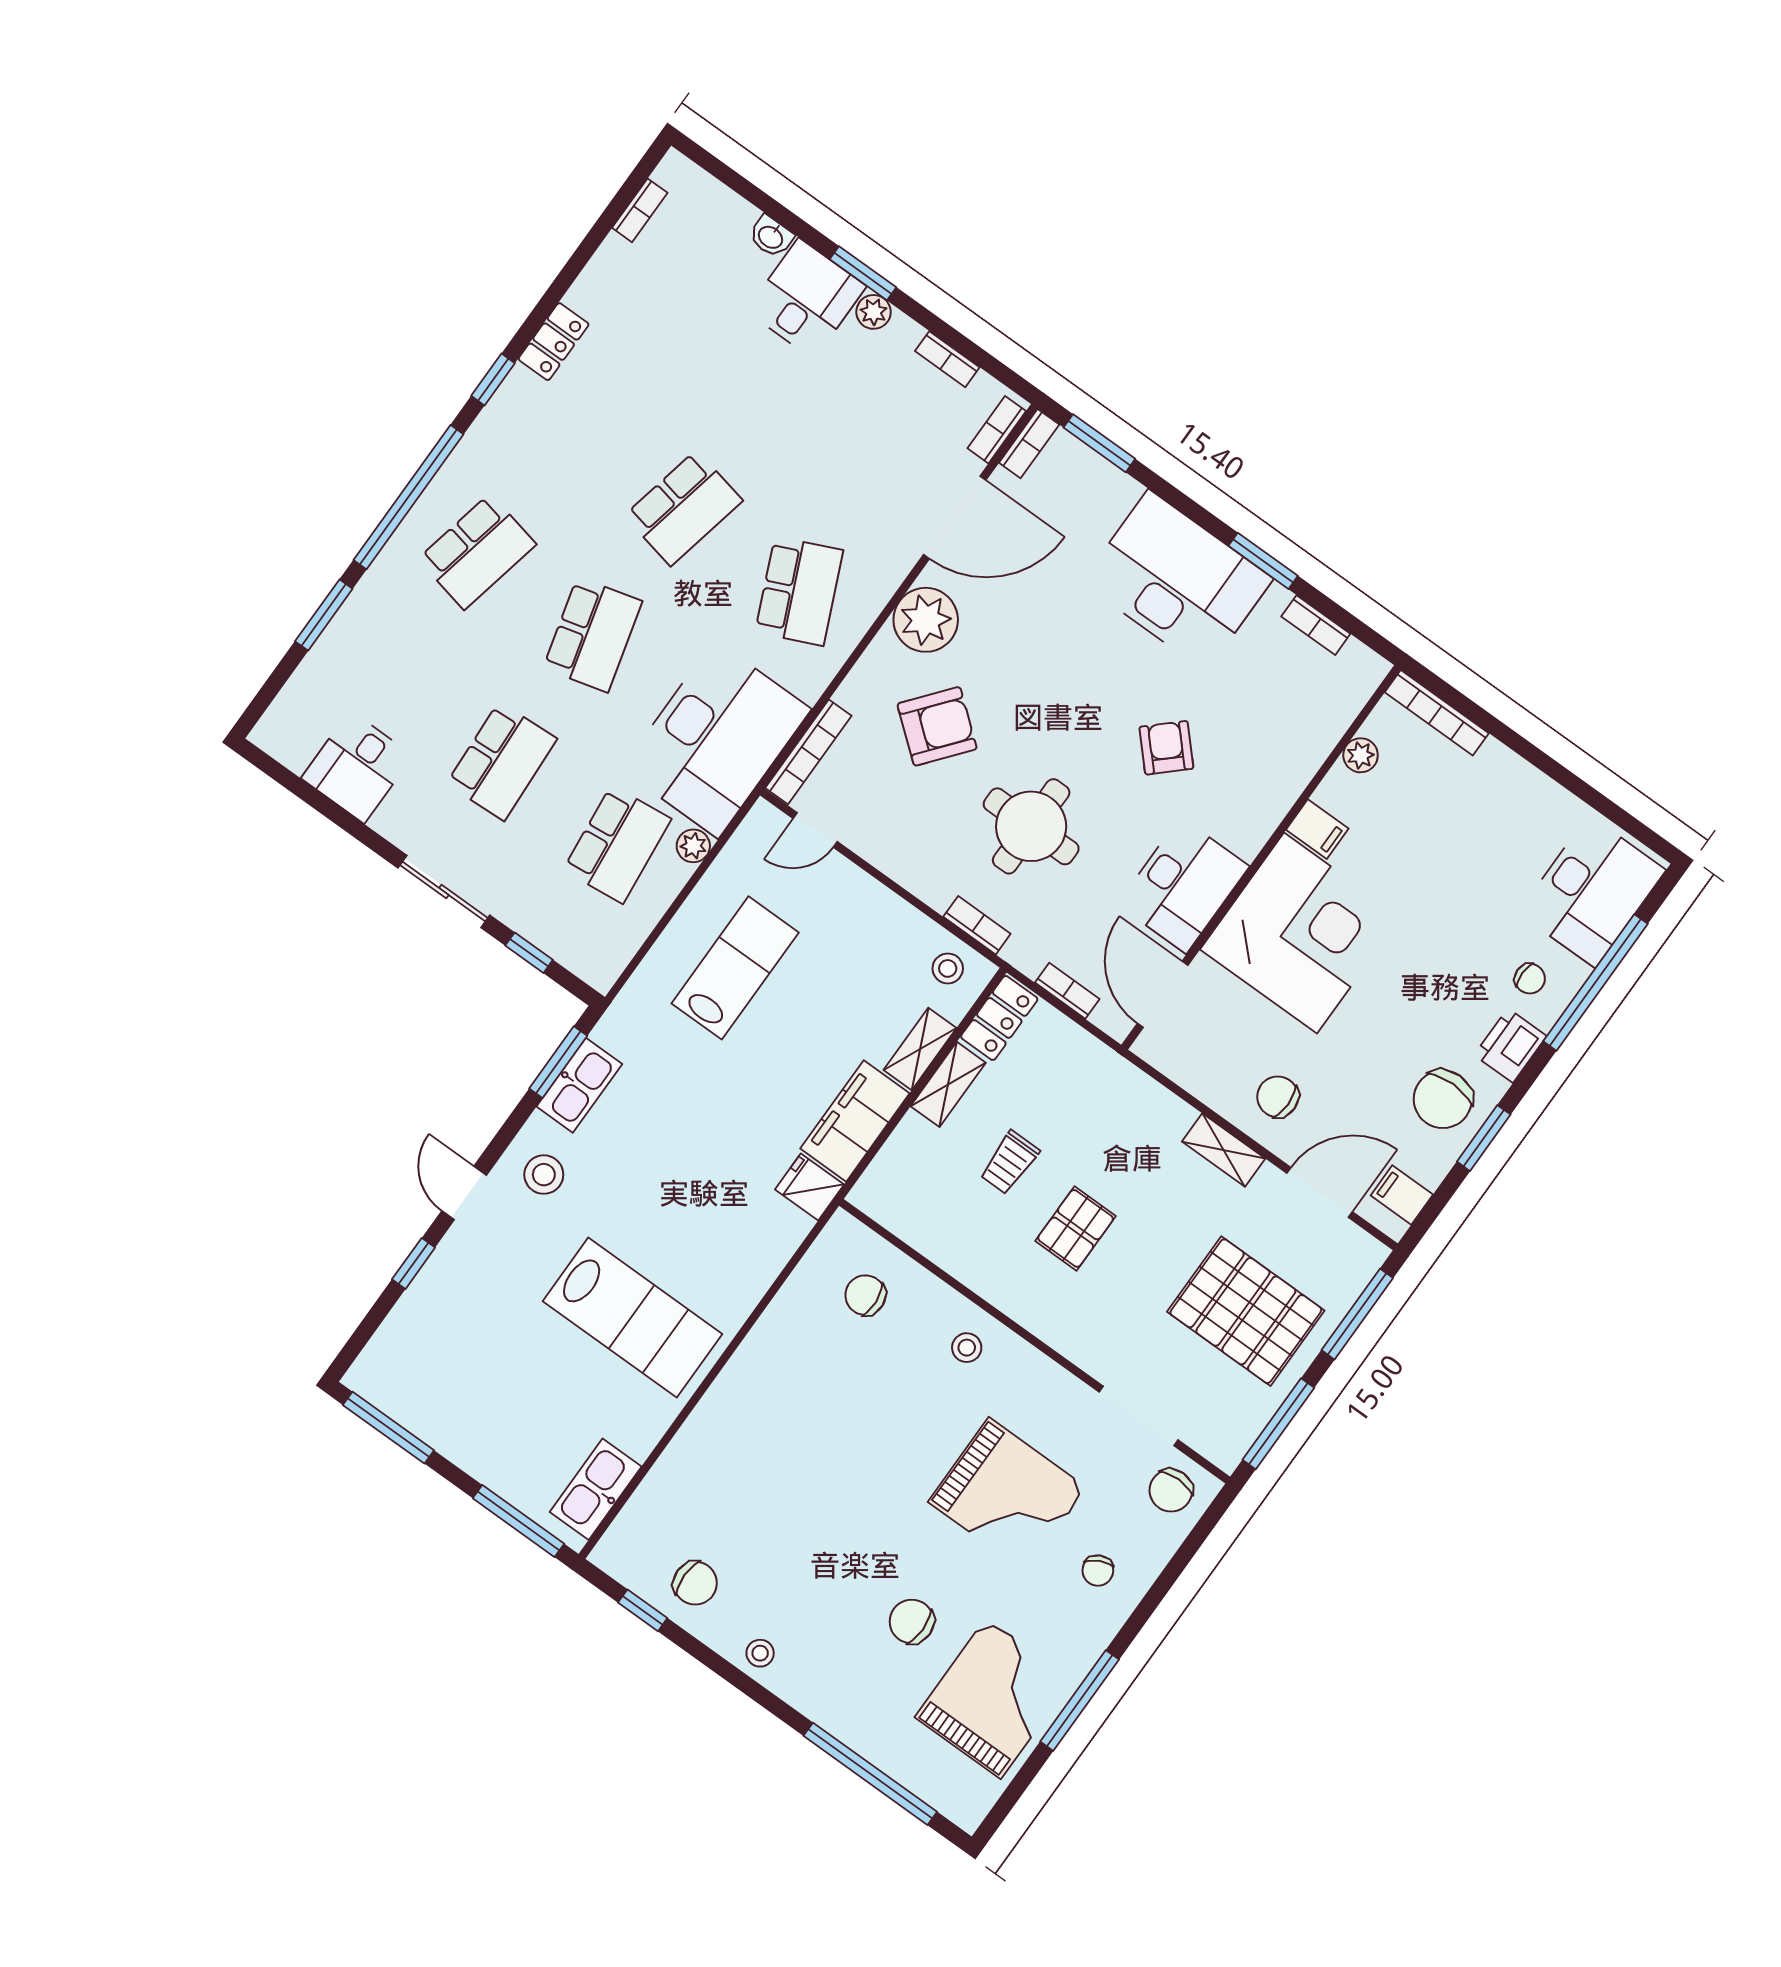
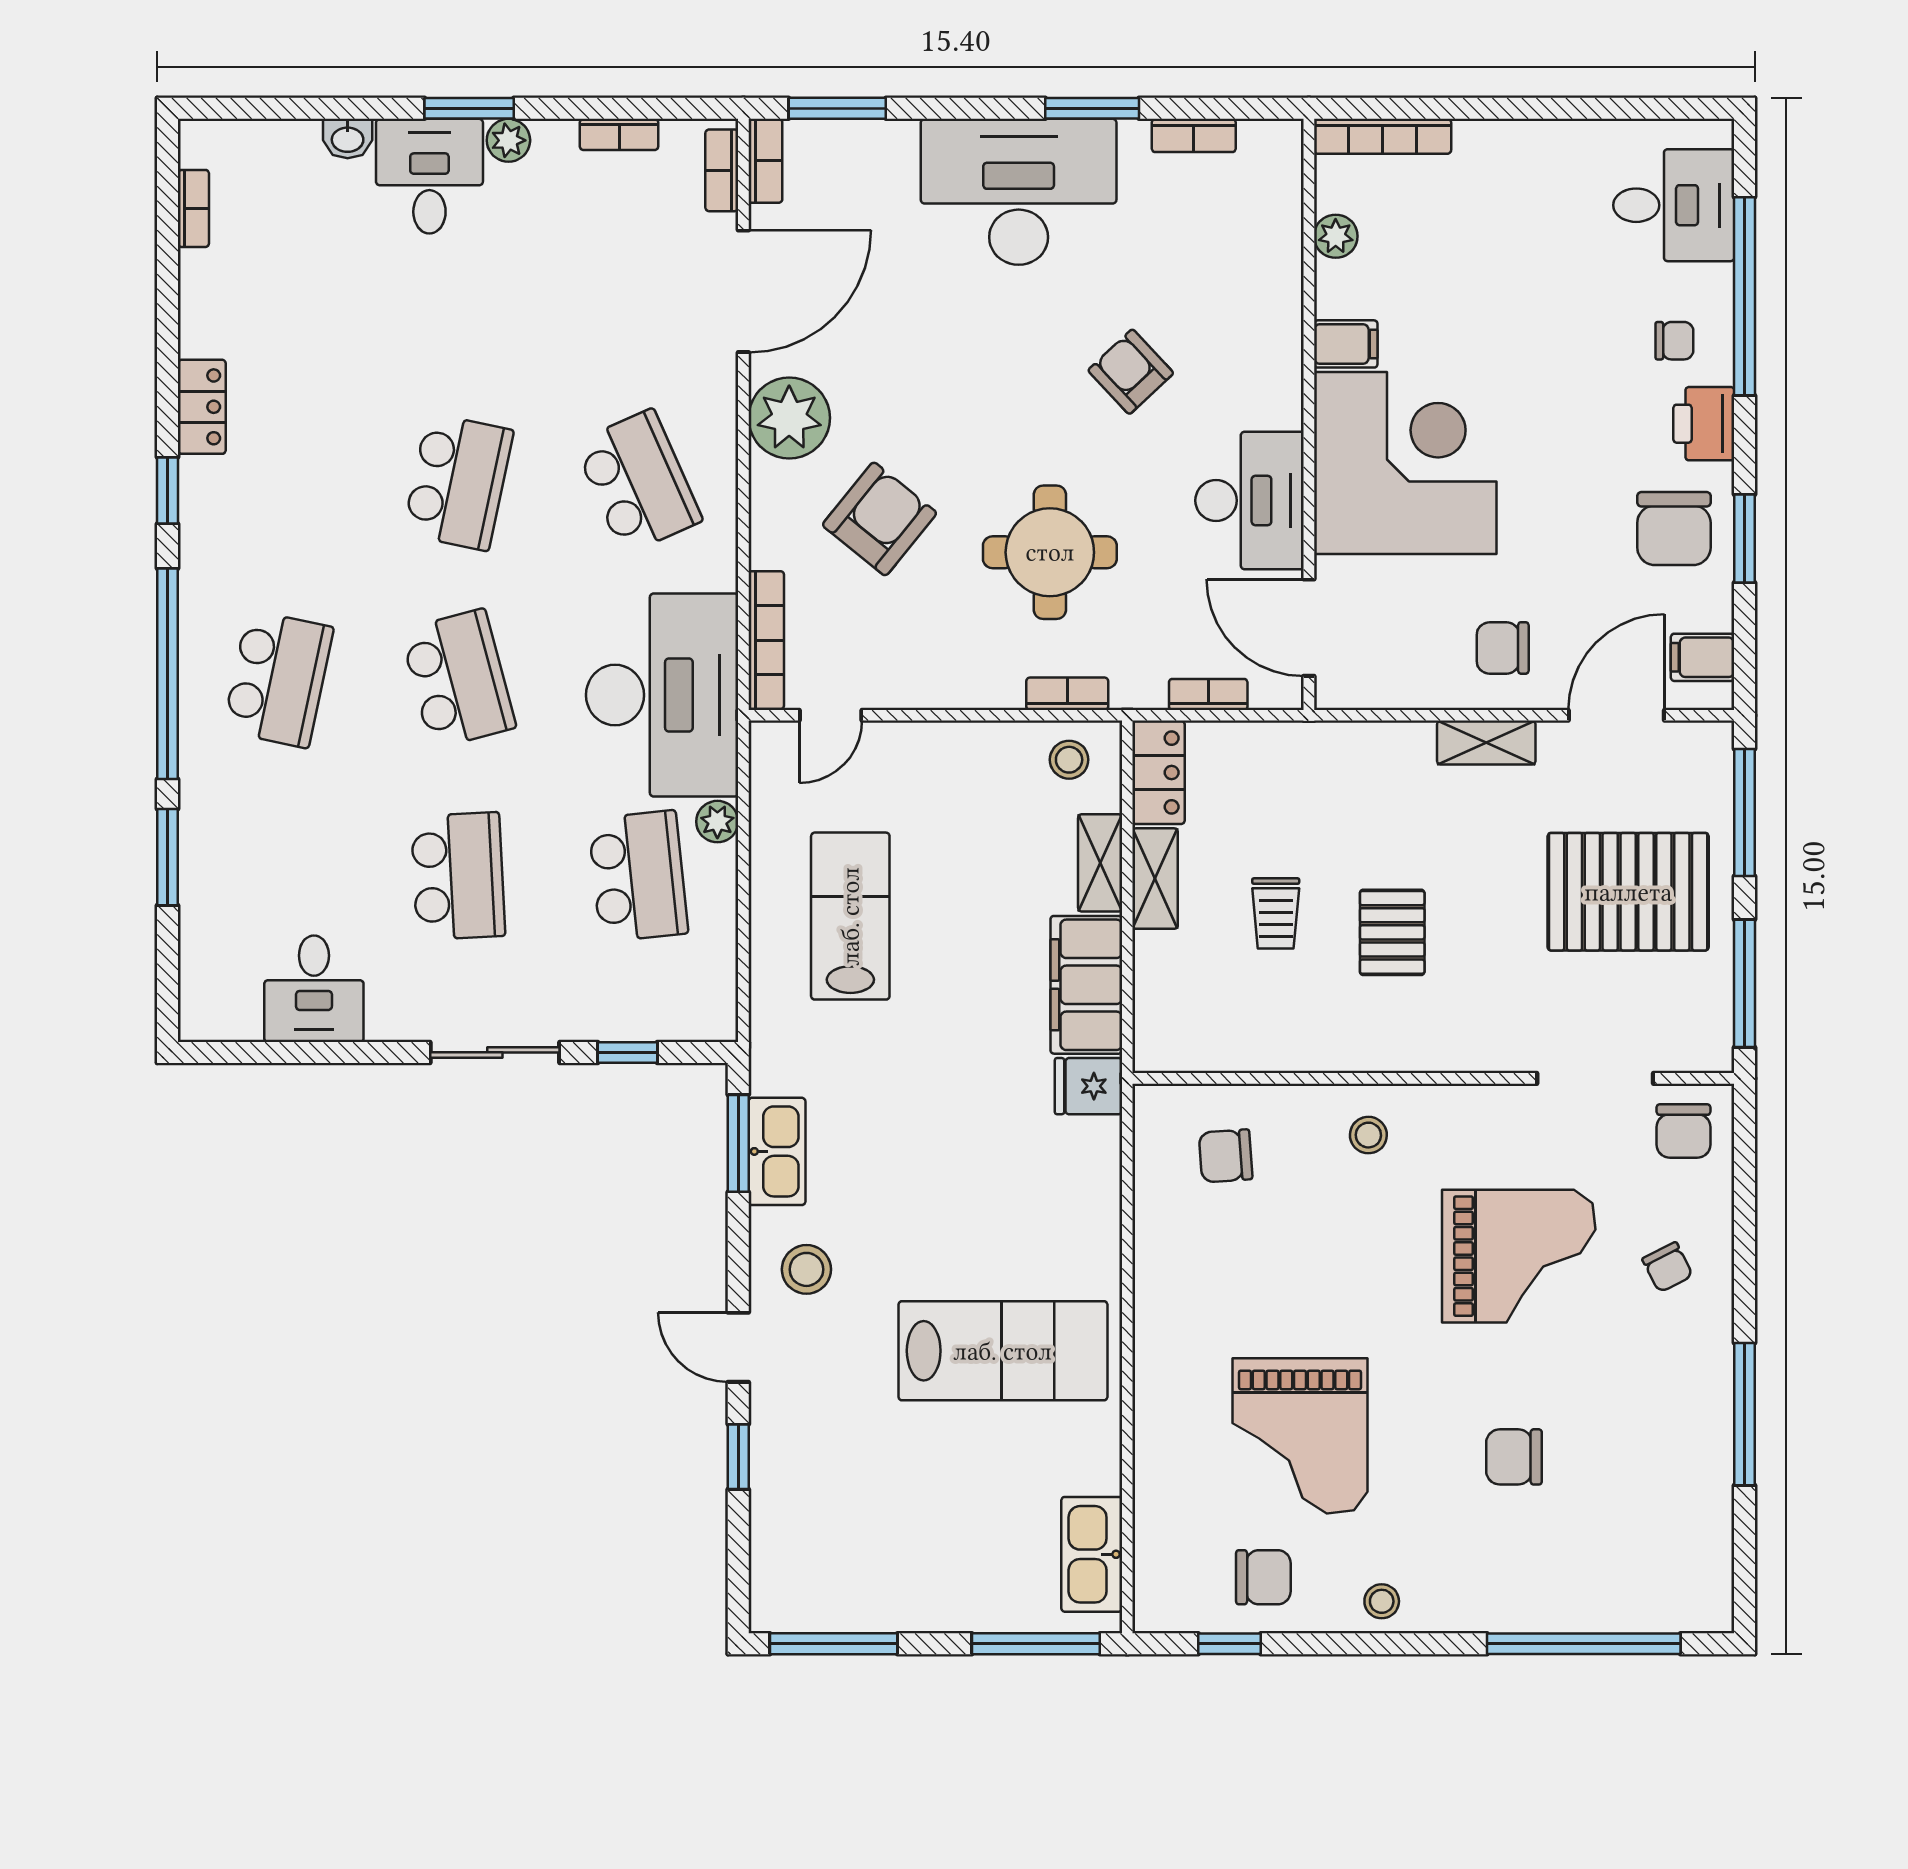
desk: (1592, 891) -> (1674, 205), width x0.73
grand piano: (993, 1699) -> (1300, 1436), moved, turned 180

